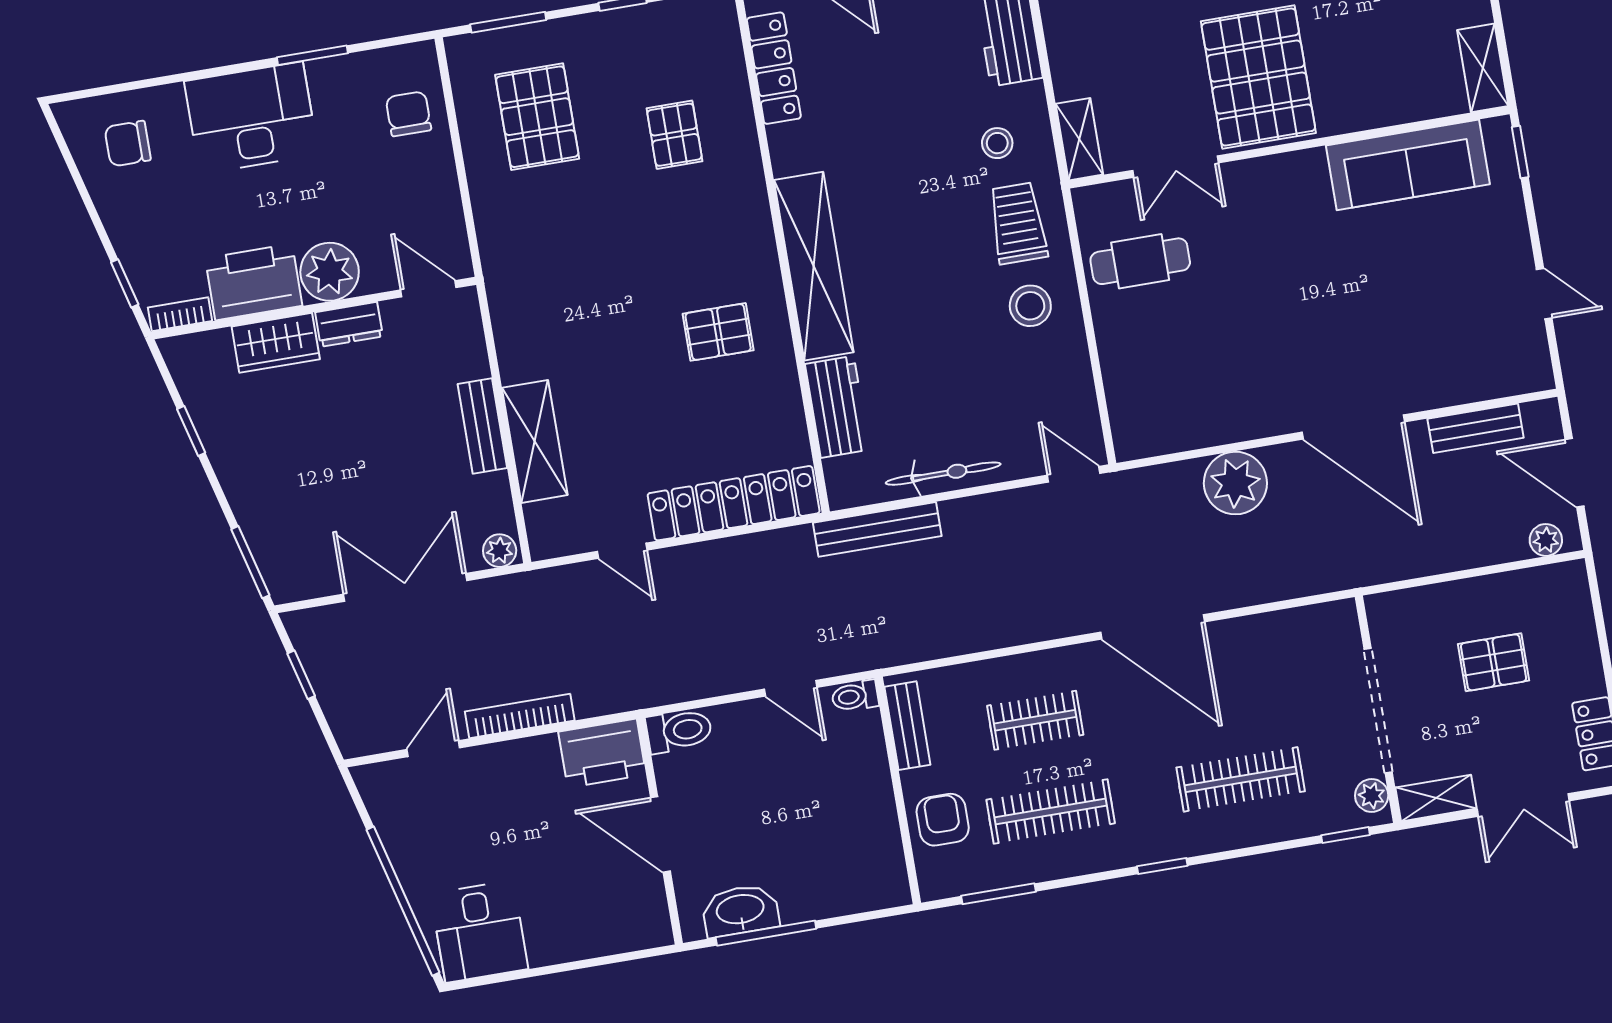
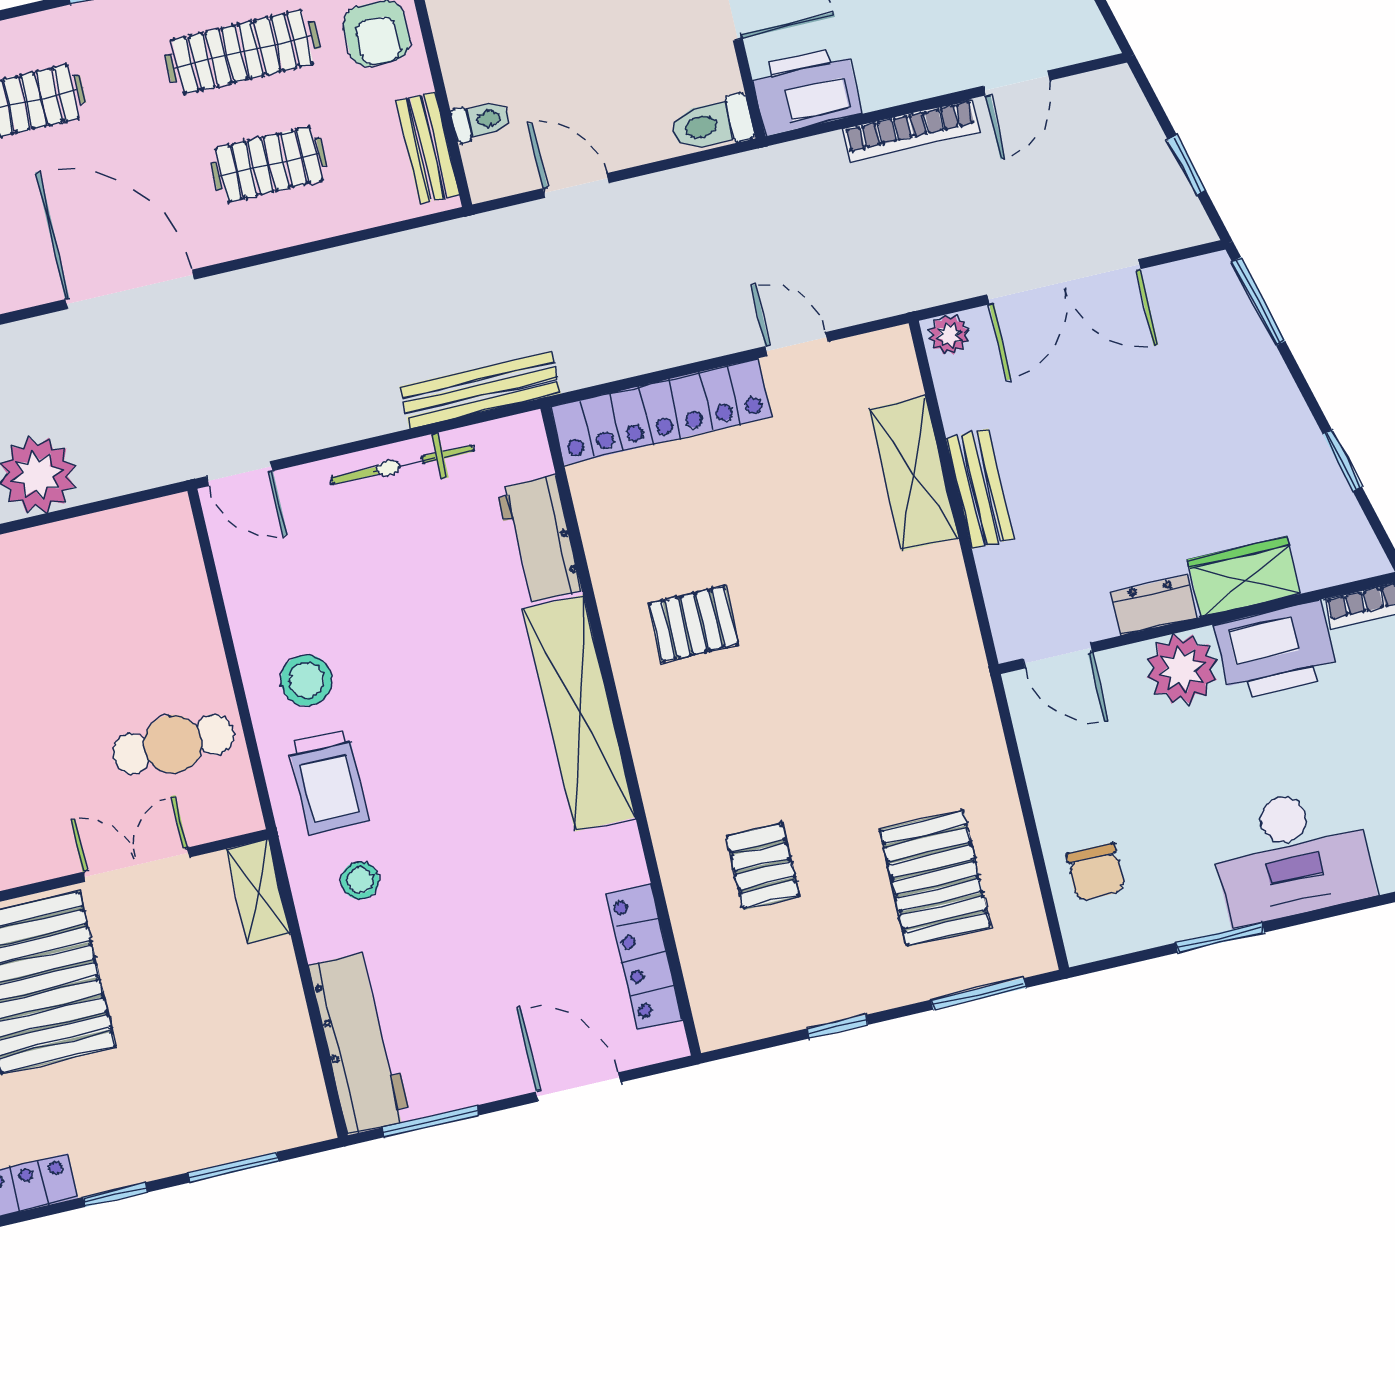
toilet: (855, 696) -> (481, 120), moved

